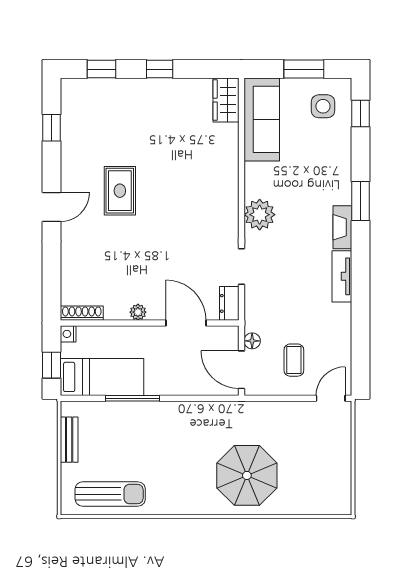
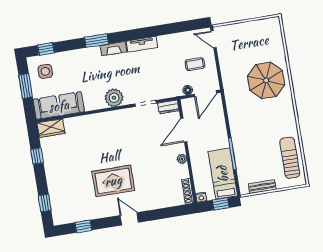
window: (160, 69) -> (37, 156), moved
rug: (120, 191) -> (113, 181), width x1.36, depth x1.43

